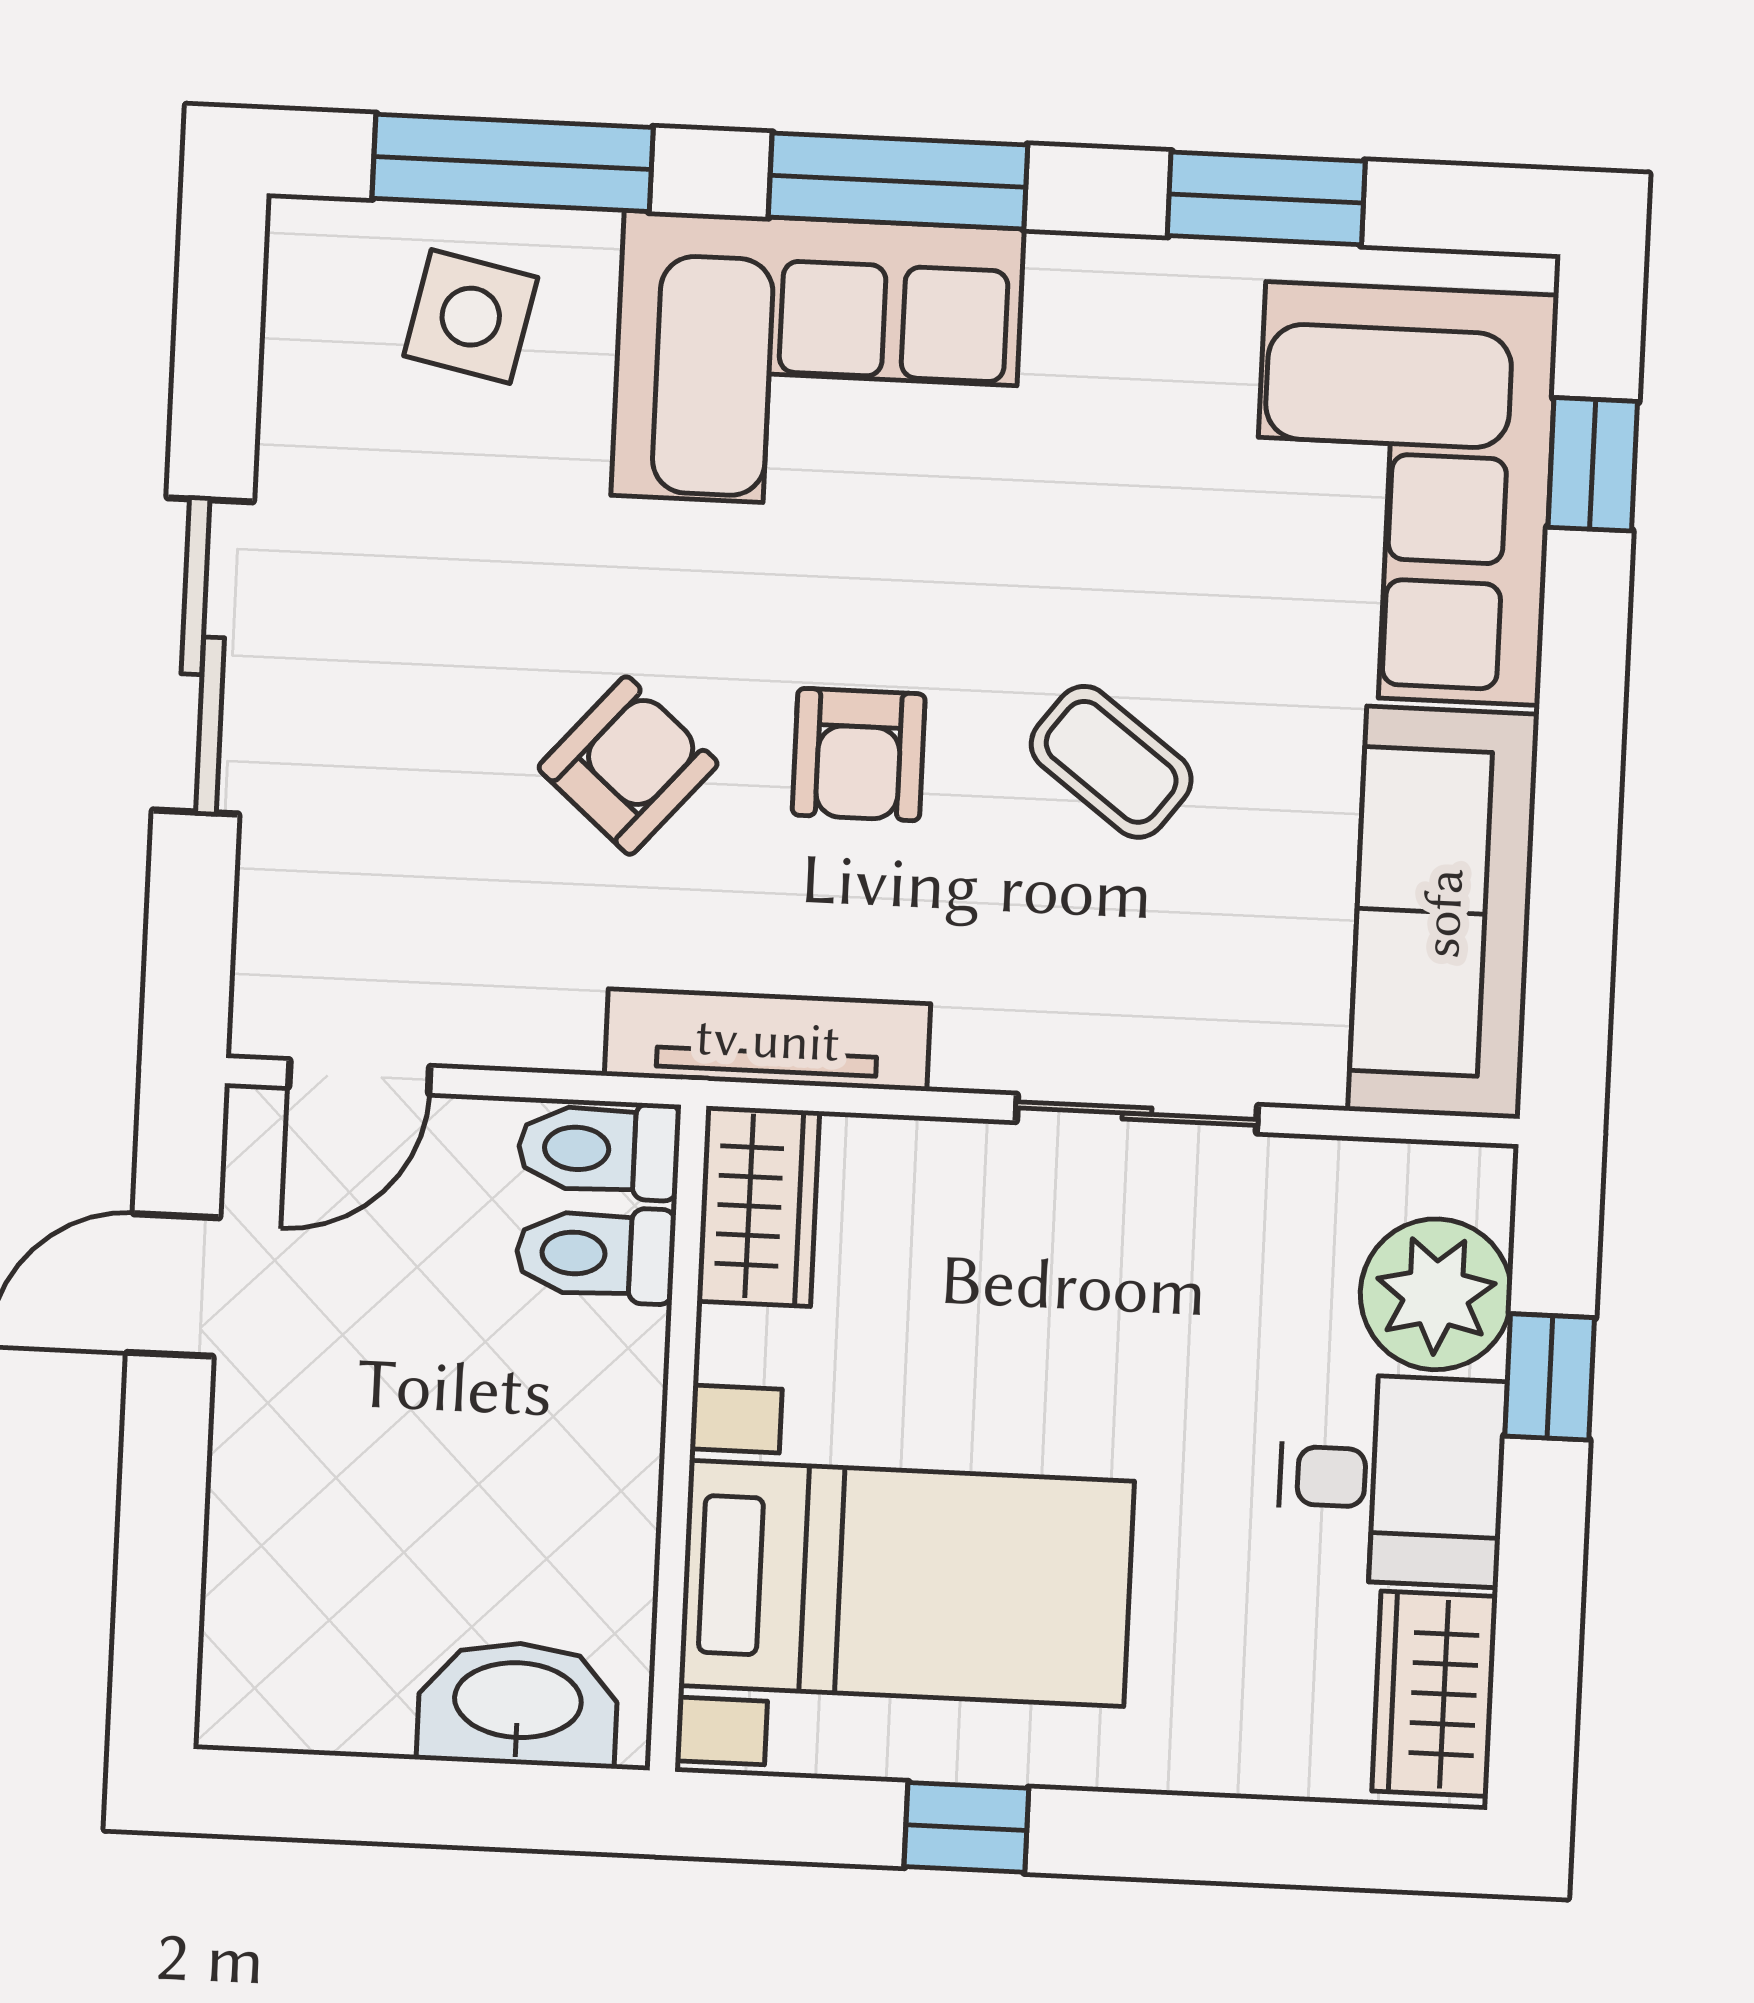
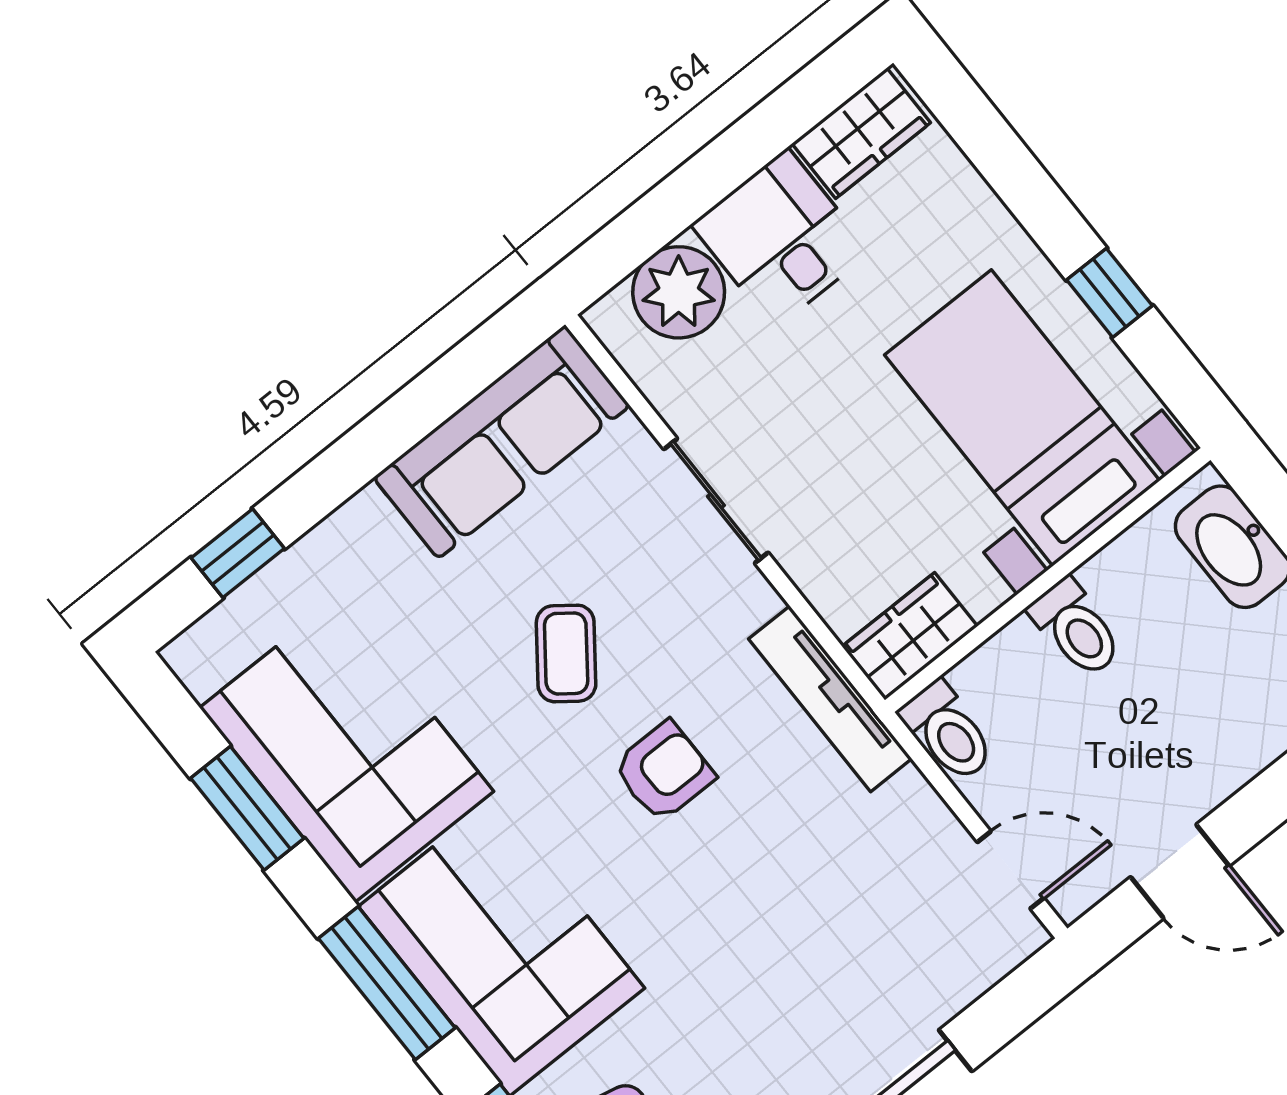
corner sofa: (1403, 494) -> (347, 750), moved, turned -90
armchair: (628, 766) -> (761, 872), removed
toilet: (596, 1254) -> (1076, 628), moved
window: (1550, 1377) -> (671, 207), removed

